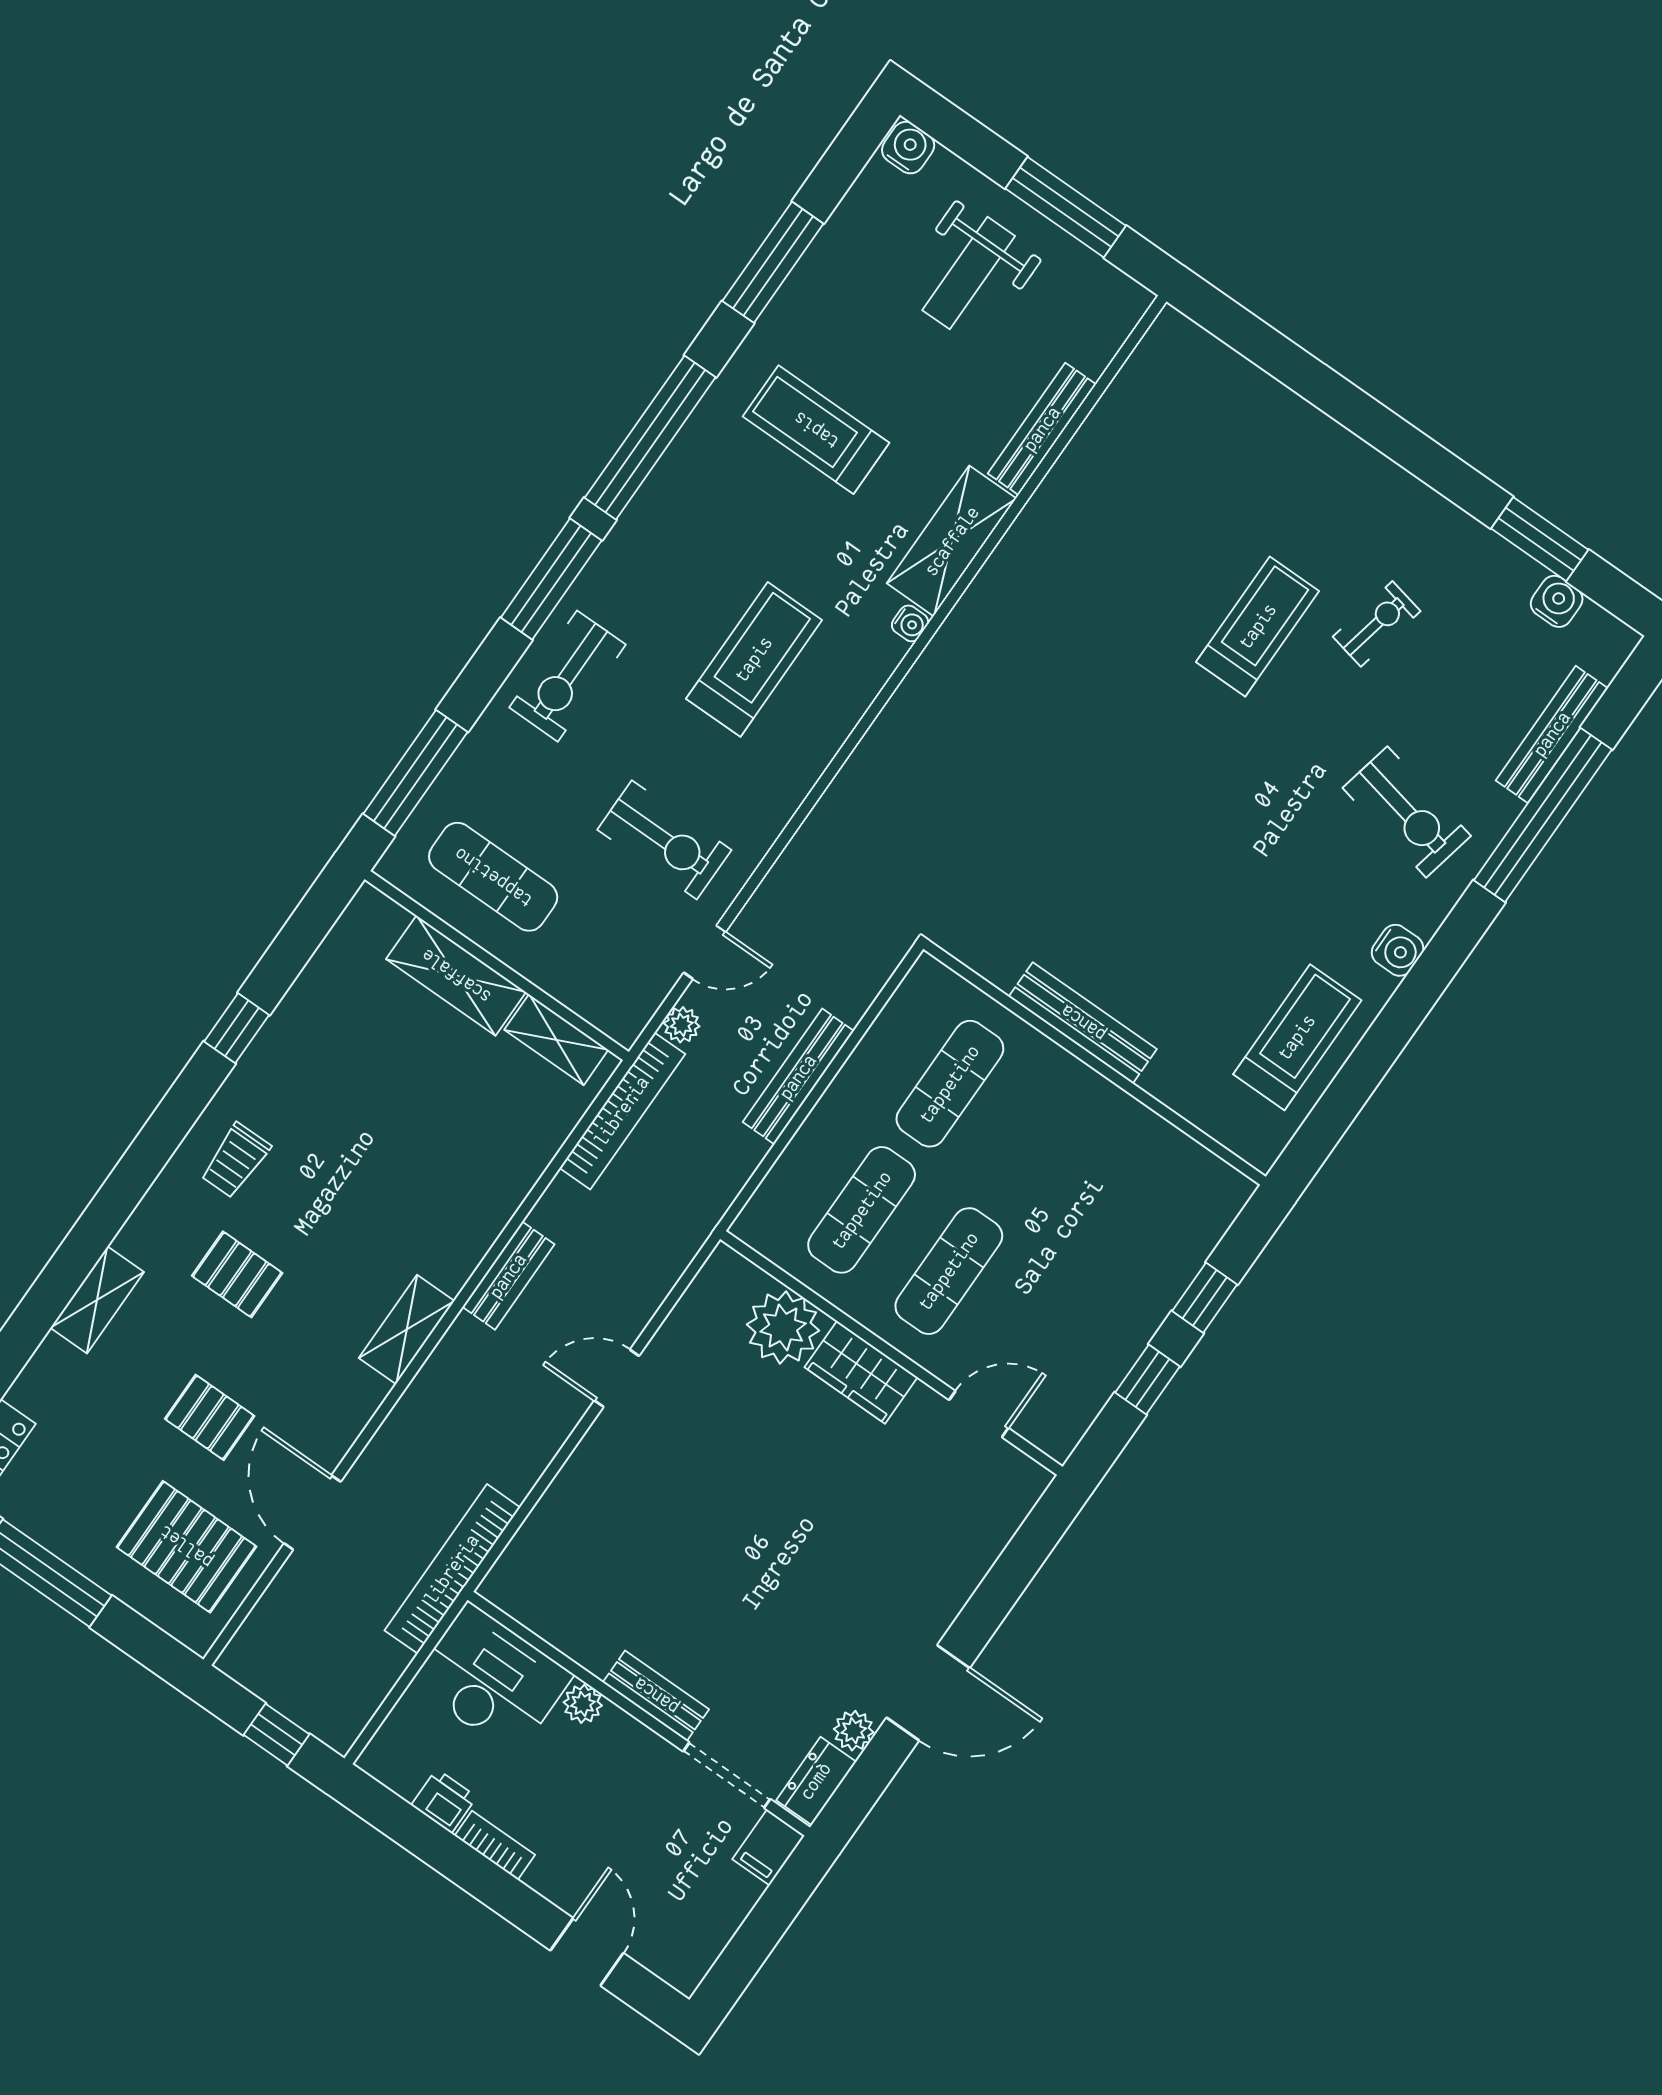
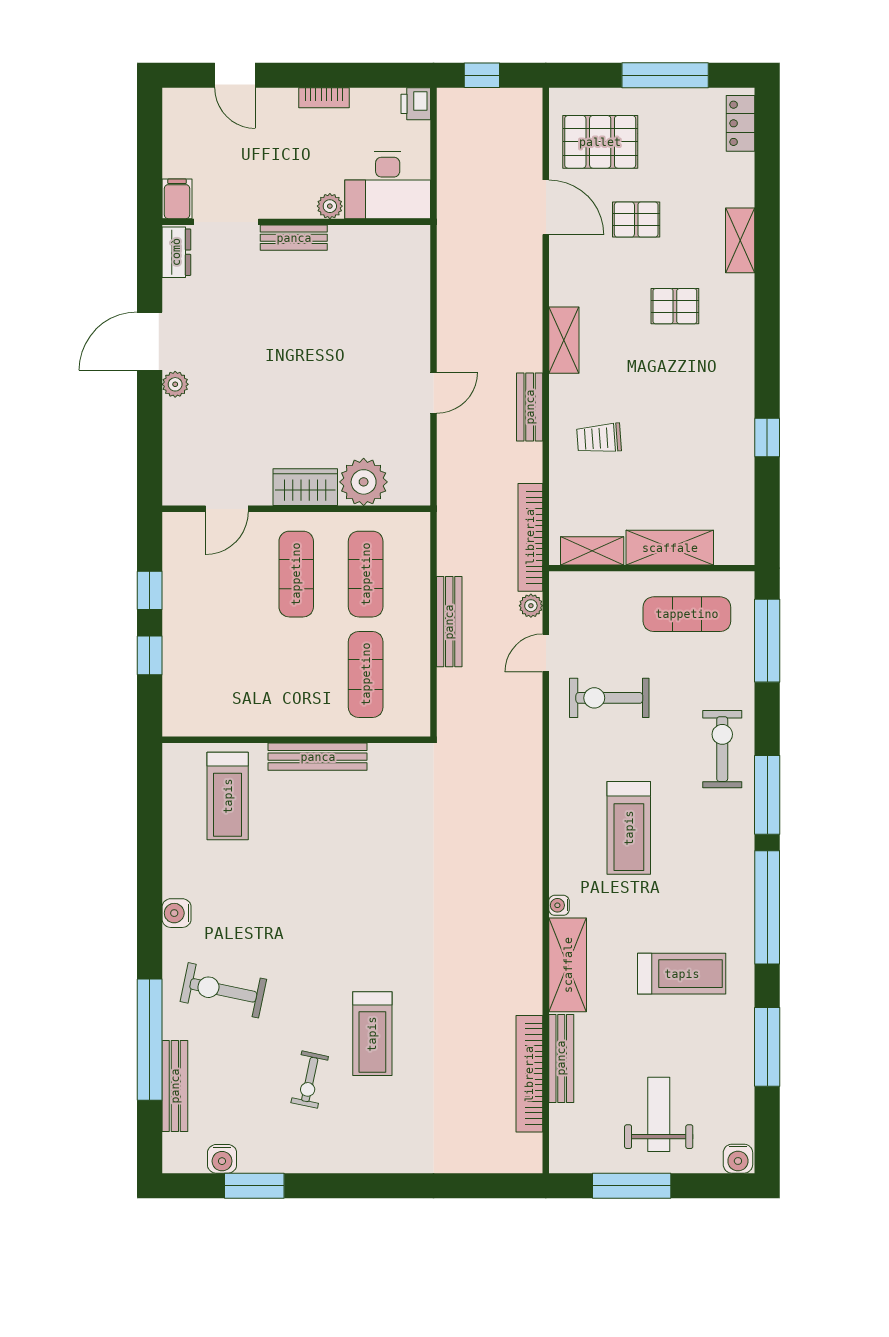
treadmill: (1297, 1037) -> (228, 796), moved
trolley: (235, 1160) -> (599, 438), moved, turned -94
bookcase: (452, 1569) -> (529, 1074), moved, turned 180
plant: (854, 1731) -> (175, 384), moved
printer: (444, 1801) -> (416, 104), moved, turned 90

